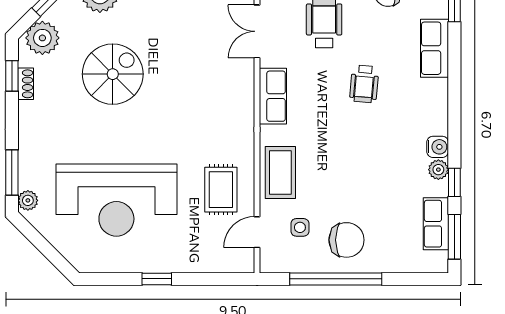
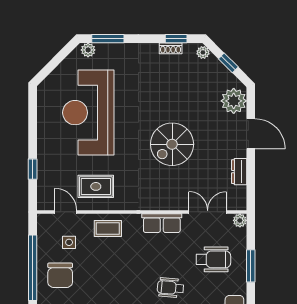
plant: (42, 38) -> (203, 52), width x0.53, depth x0.53
spiral stairs: (113, 74) -> (172, 144), moved, turned 90
coffee table: (280, 173) -> (108, 228), width x0.73, depth x0.77
window: (157, 279) -> (33, 169), moved

